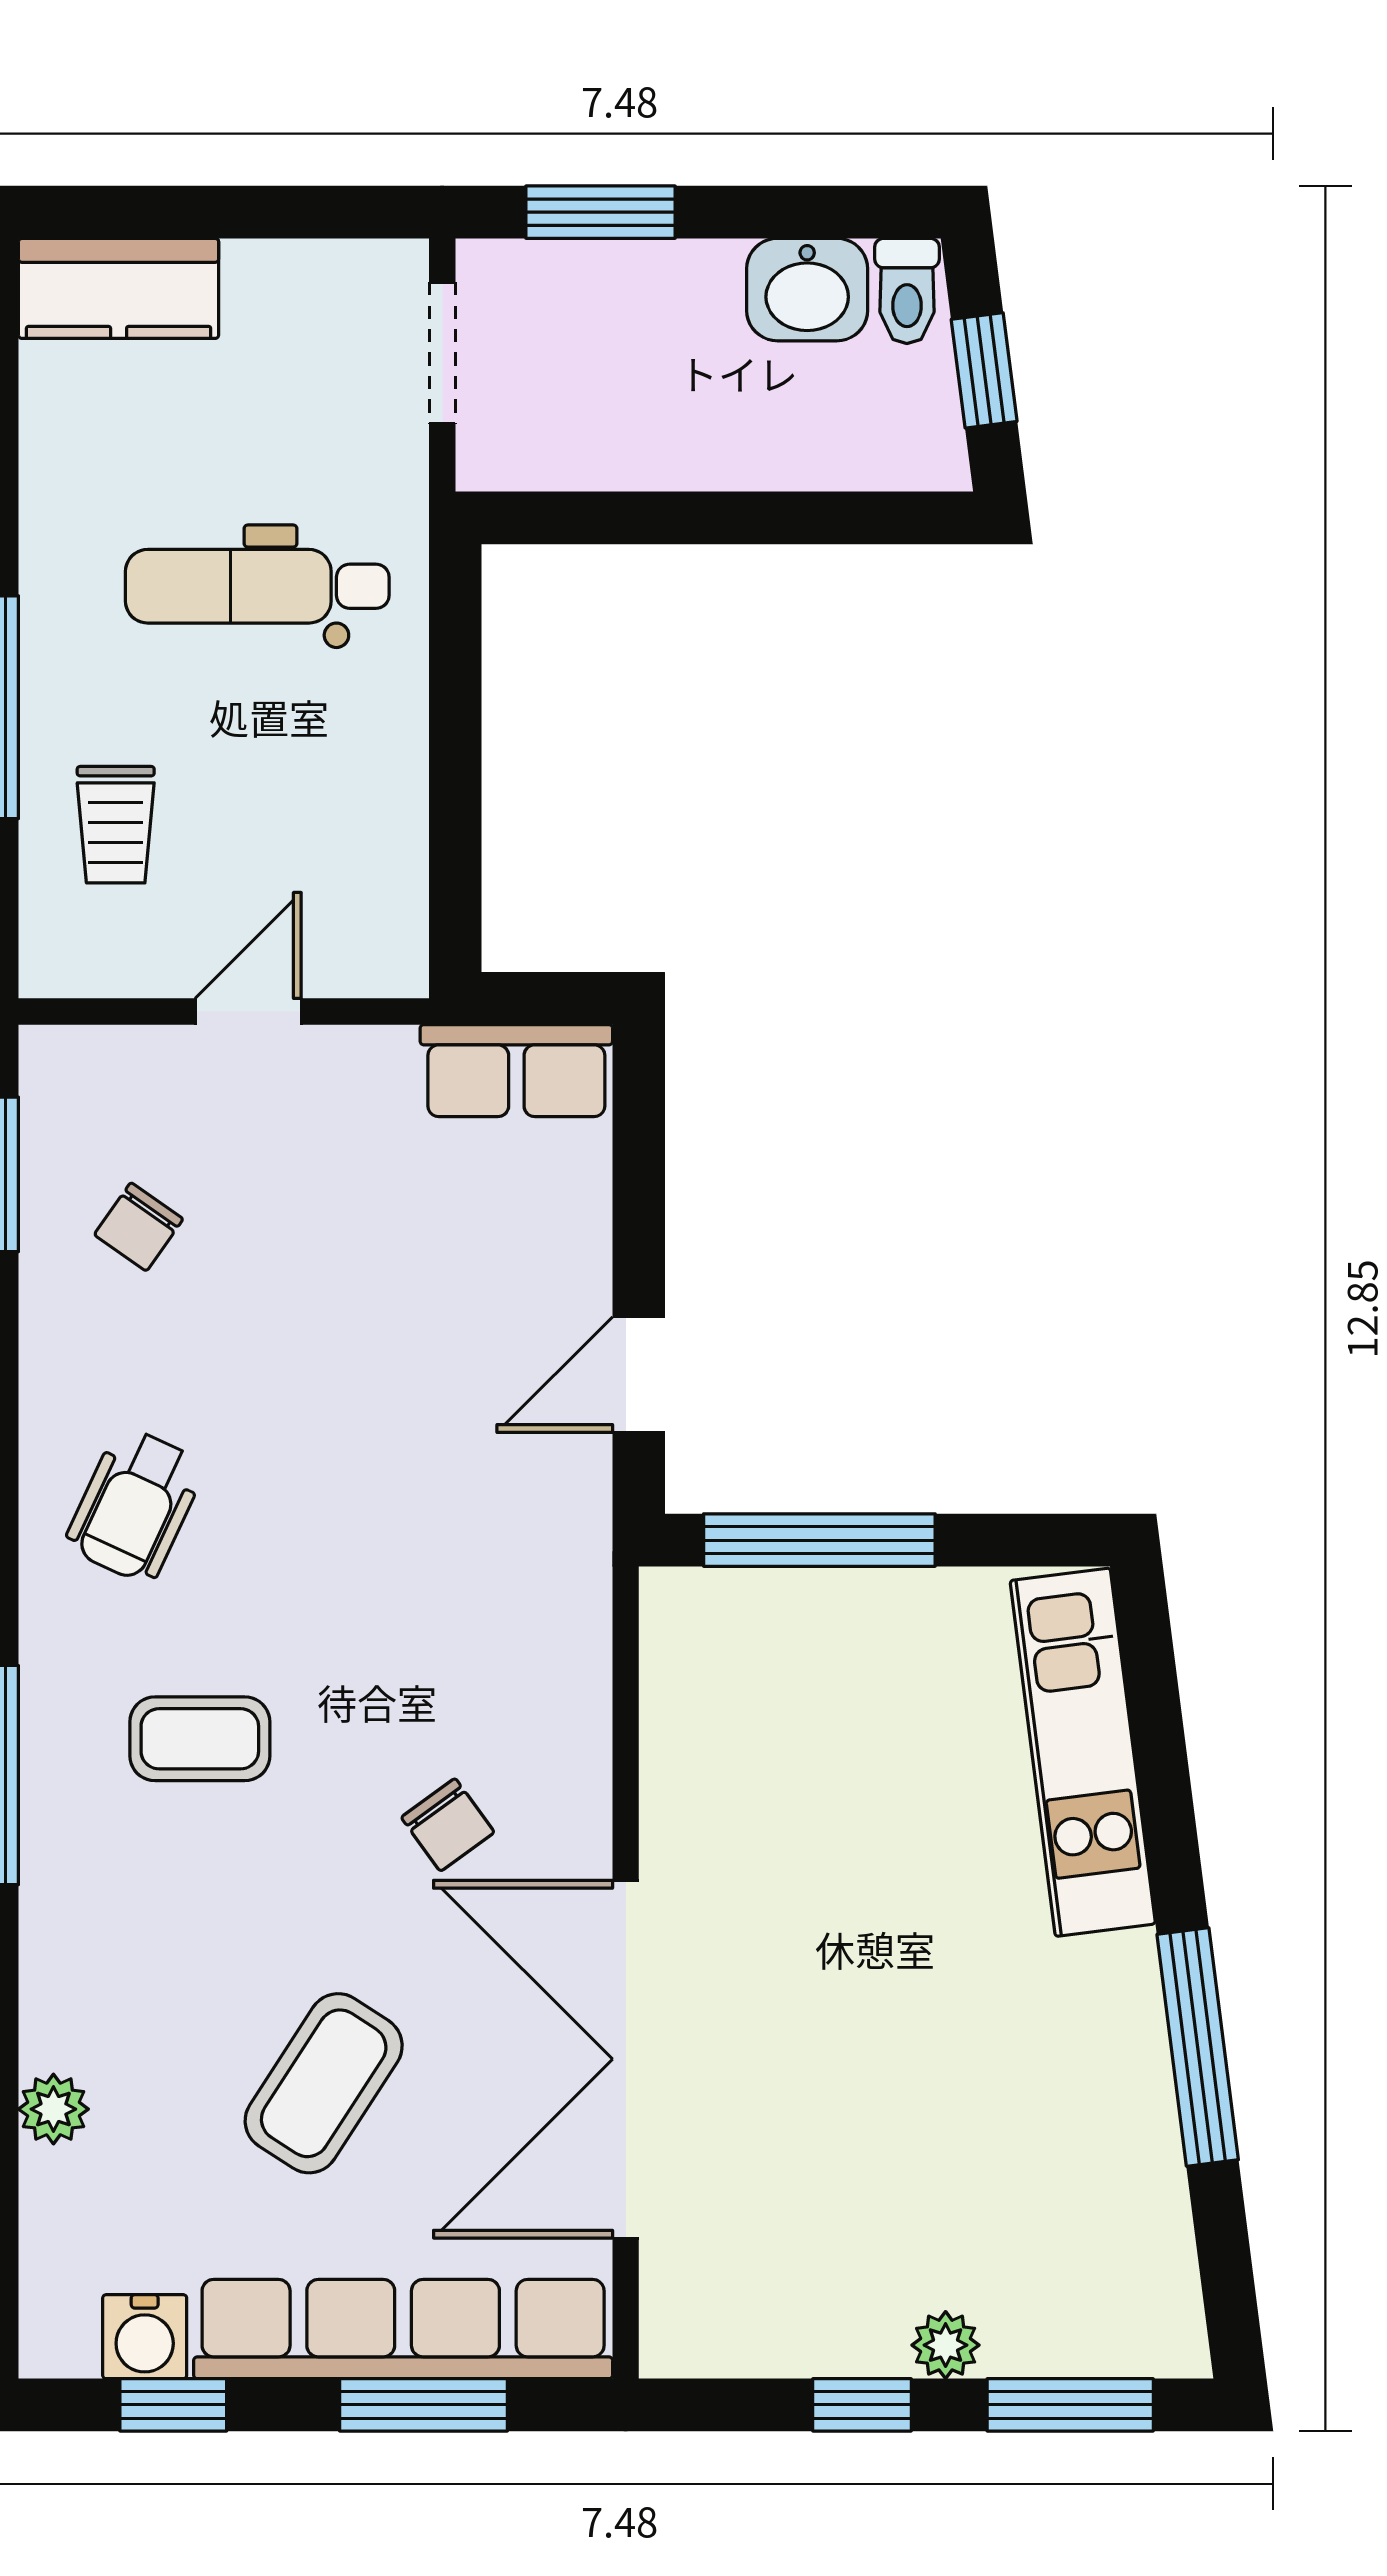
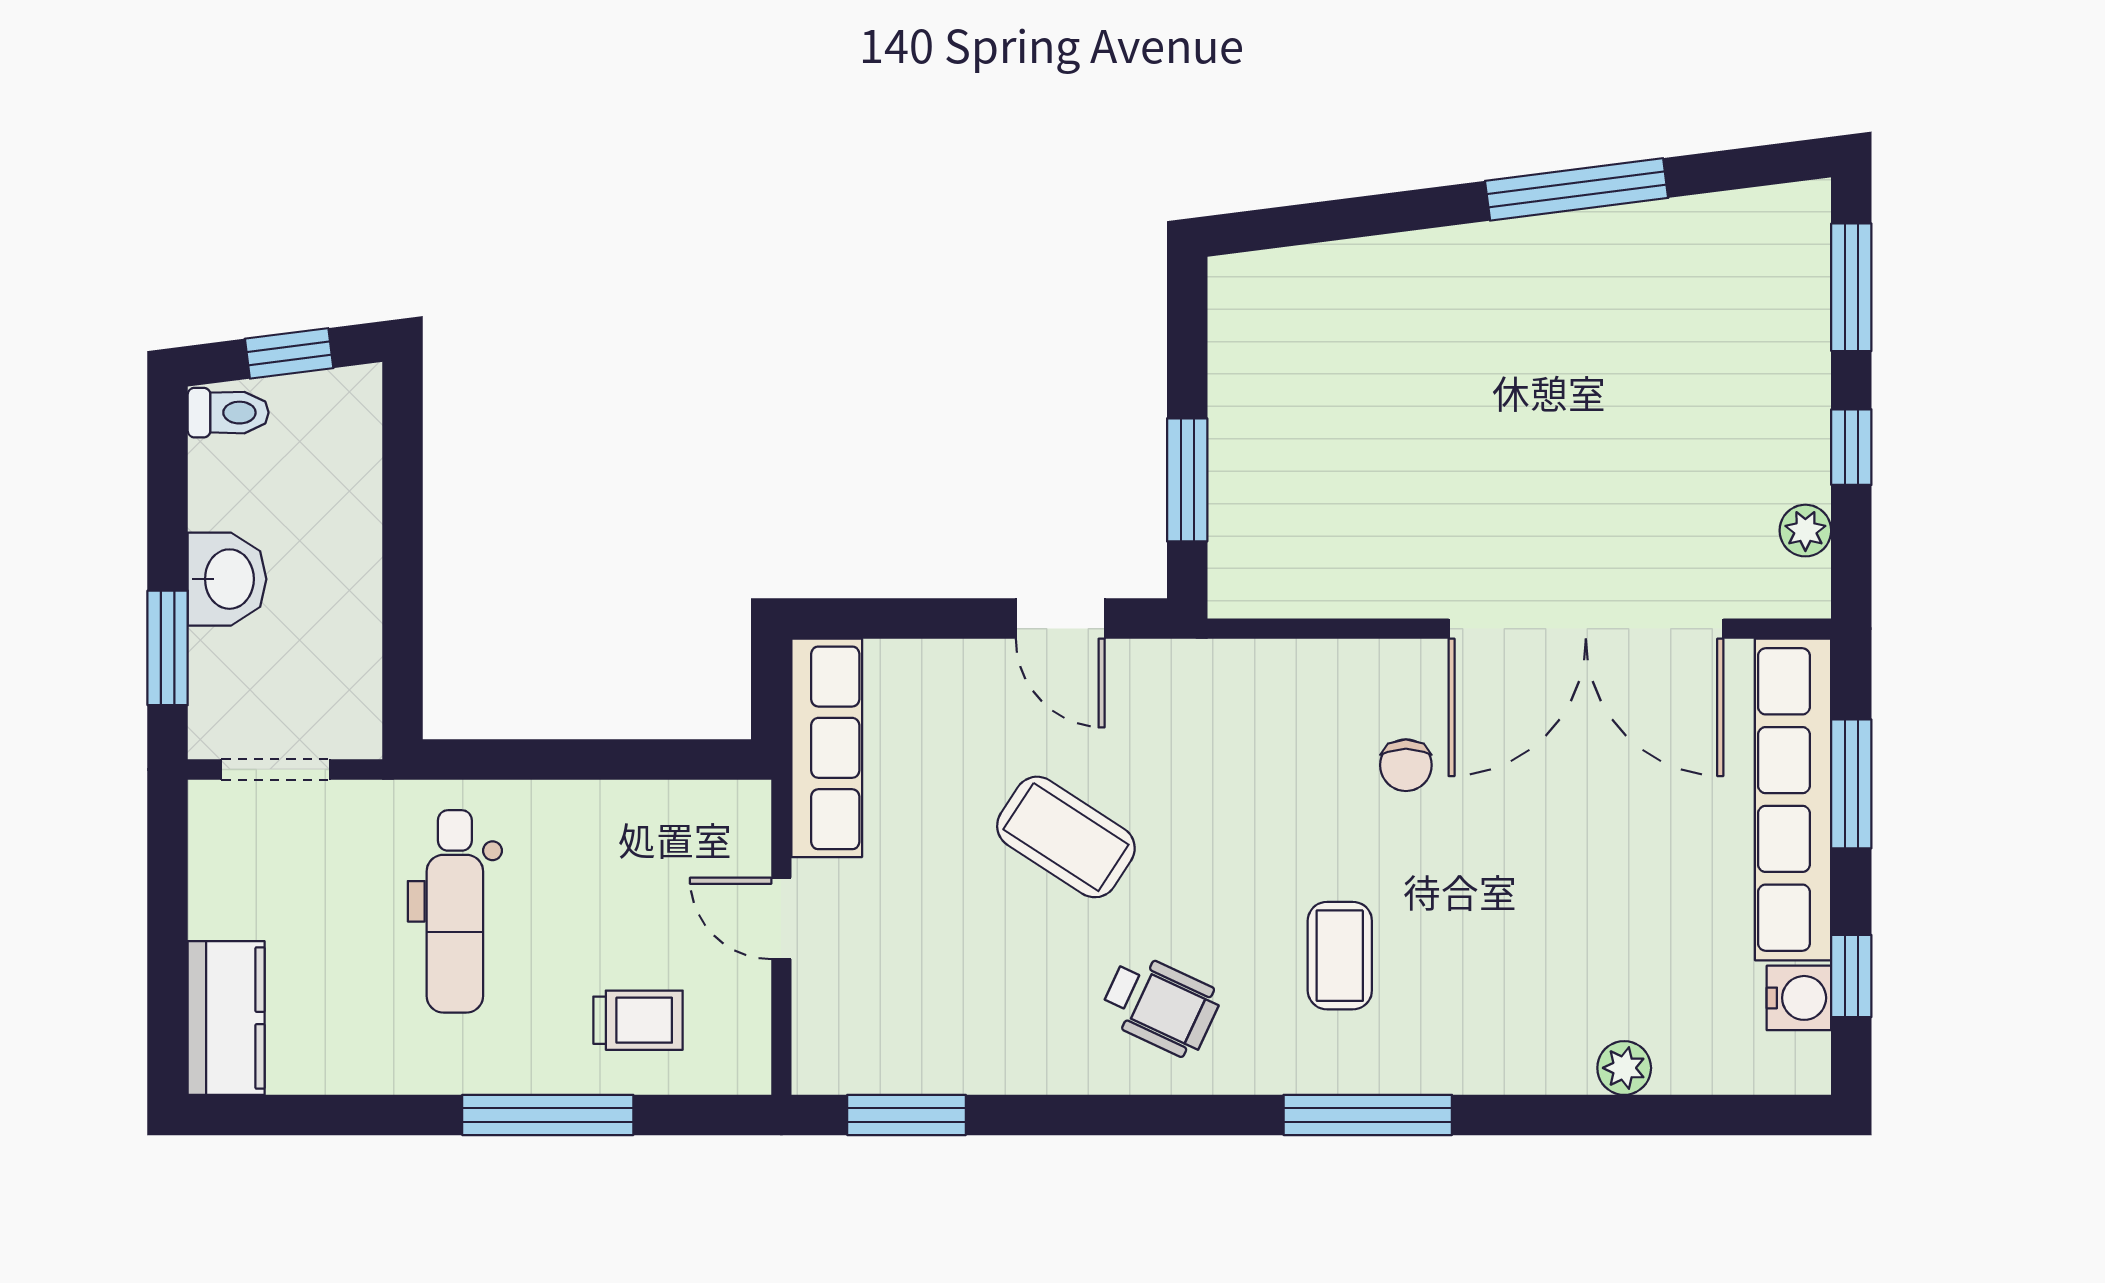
washbasin: (807, 290) -> (227, 579), moved
row of seats: (516, 1071) -> (827, 748), width x1.48
chair: (139, 1227) -> (947, 1003), removed
window: (819, 1540) -> (1187, 480), width x0.69
kitchen unit: (1083, 1752) -> (1350, 278), removed
chair: (448, 1825) -> (1406, 765), turned 126
coffee table: (324, 2083) -> (1066, 837), moved
plant: (946, 2345) -> (1805, 531), moved

